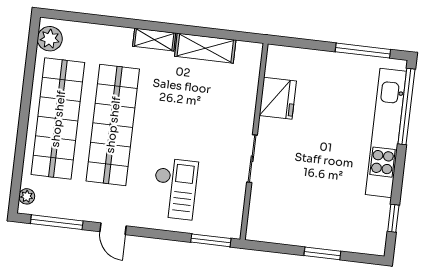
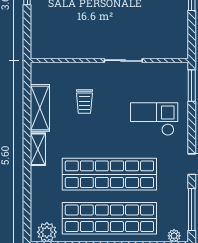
fridge: (278, 98) -> (73, 46), removed
trolley: (207, 105) -> (84, 101), added

